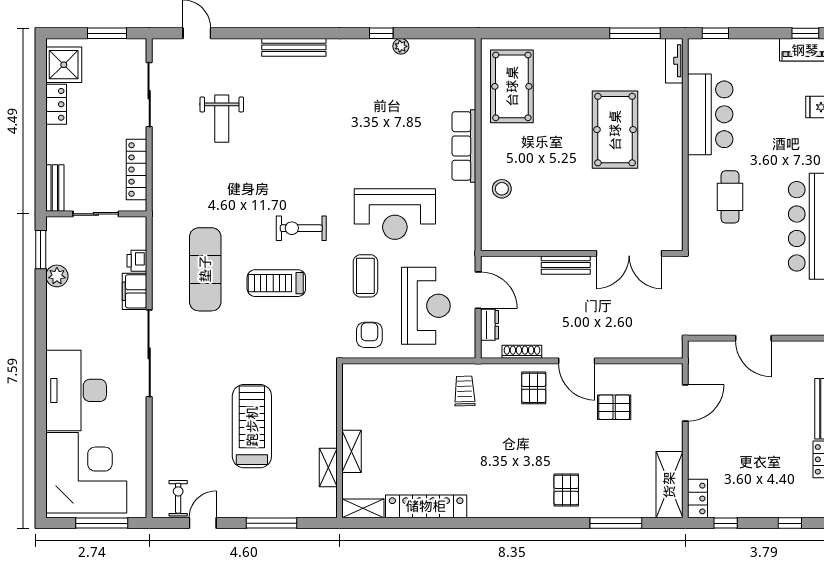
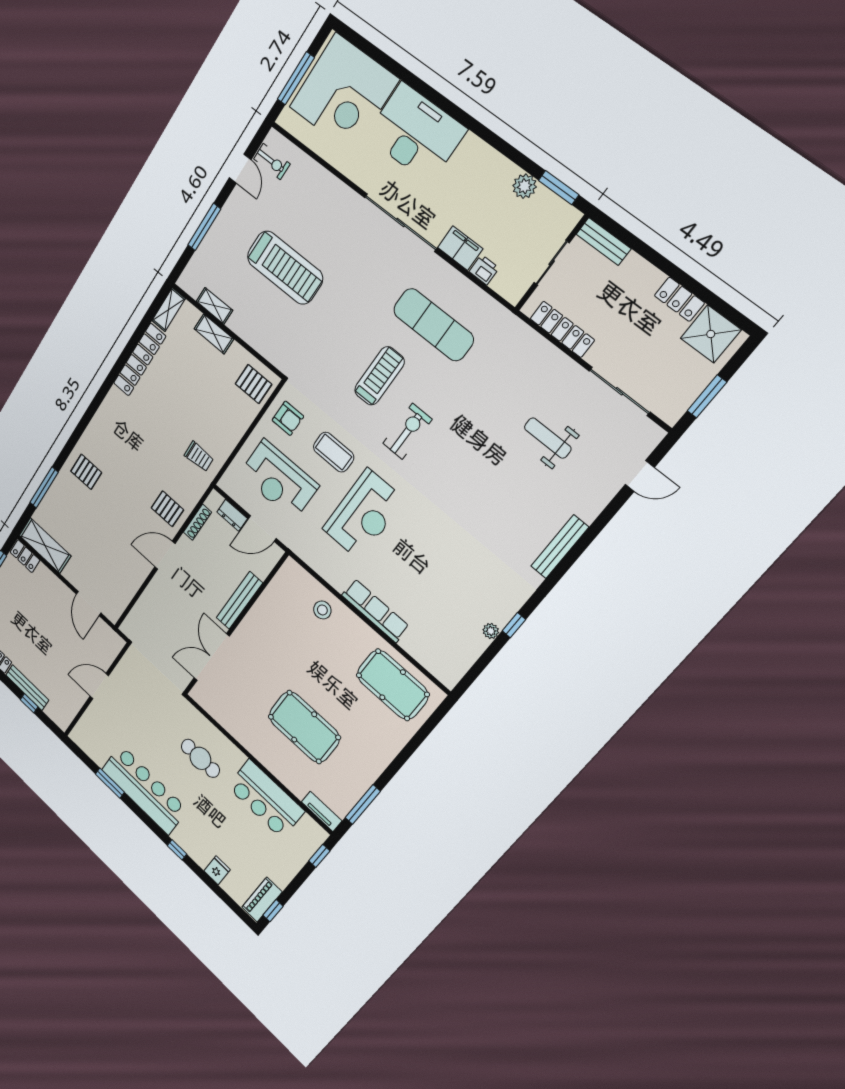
reception desk: (395, 214) -> (363, 514), turned 180
bench: (566, 265) -> (239, 600), width x1.36
pallet: (614, 407) -> (253, 384), moved, turned 90

